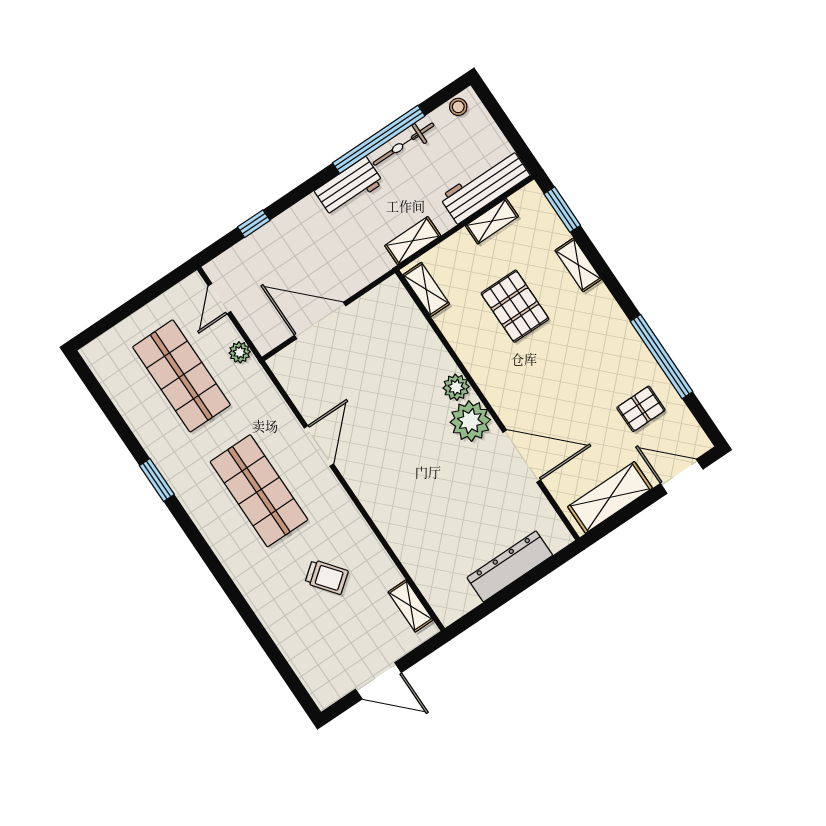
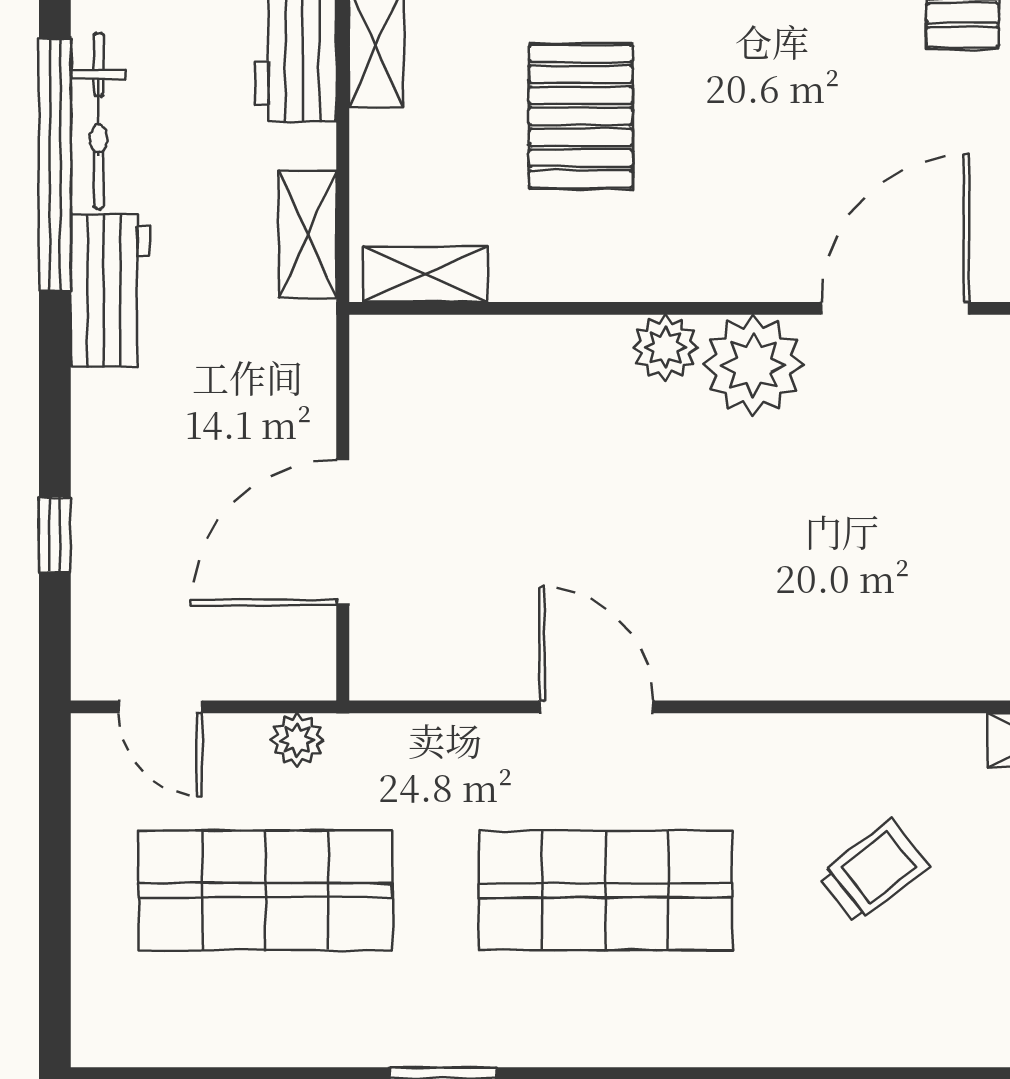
pallet: (515, 306) -> (581, 116), turned 90

